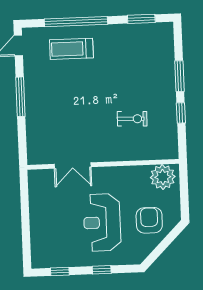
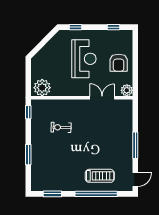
window: (181, 113) -> (28, 112), moved
plant: (36, 178) -> (127, 90), added
armchair: (149, 220) -> (119, 63), moved
window: (102, 270) -> (75, 27), moved

